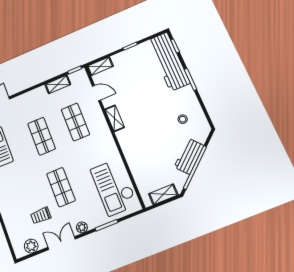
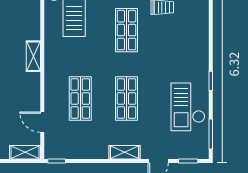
shelving: (58, 84) -> (124, 152), moved
shelving: (115, 118) -> (33, 56), moved

